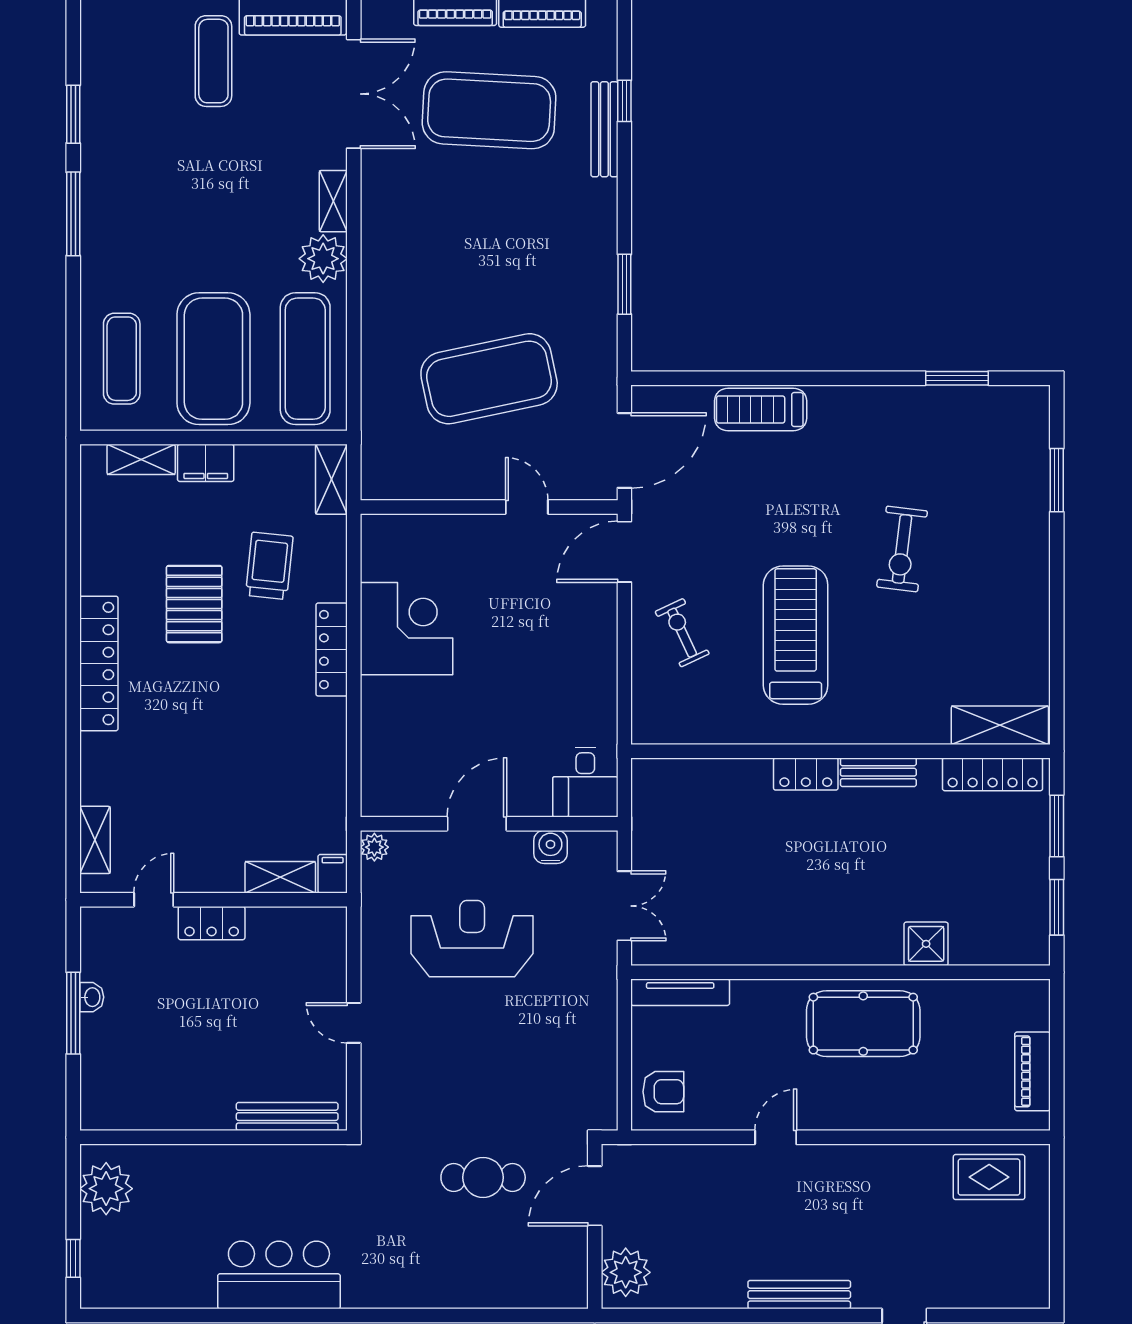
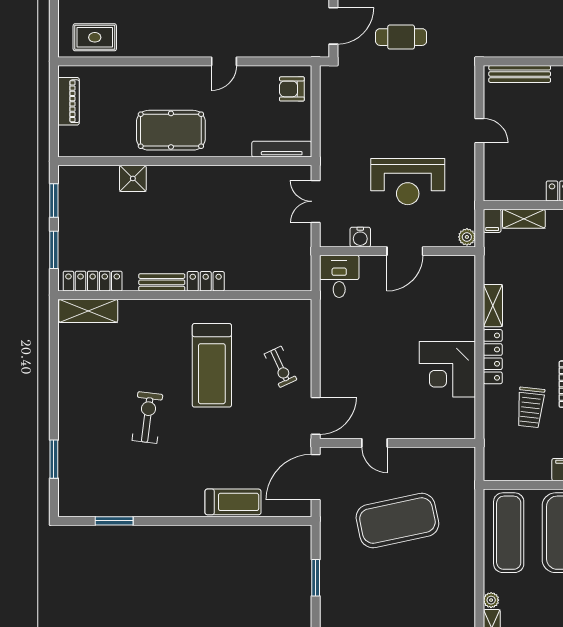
plant: (323, 259) -> (491, 600), width x0.53, depth x0.53
shelving: (331, 479) -> (493, 306), moved

